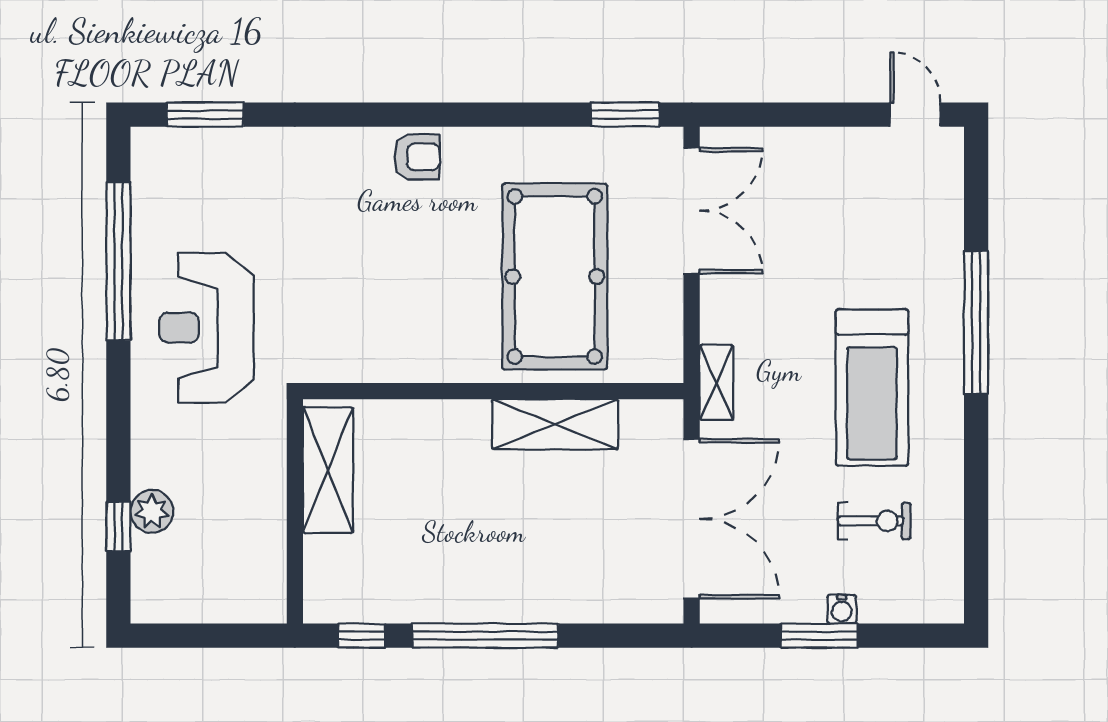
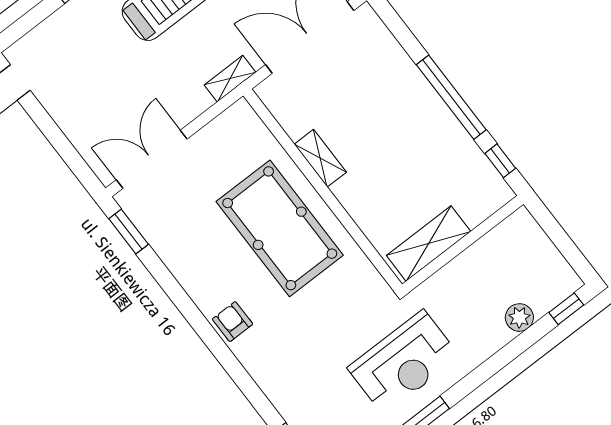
pool table: (555, 276) -> (280, 228), moved, turned 90
shelving: (555, 424) -> (320, 158), width x0.67, depth x0.75
window: (118, 527) -> (566, 309), moved

